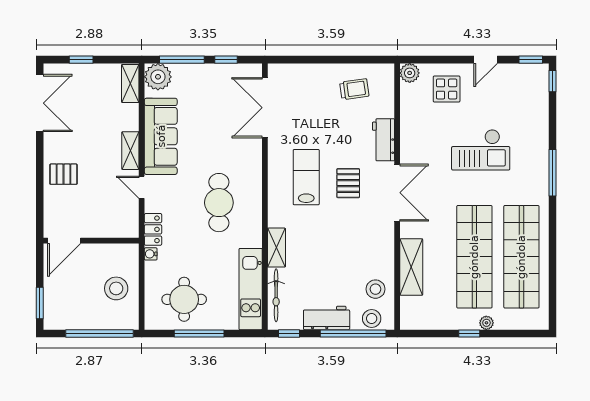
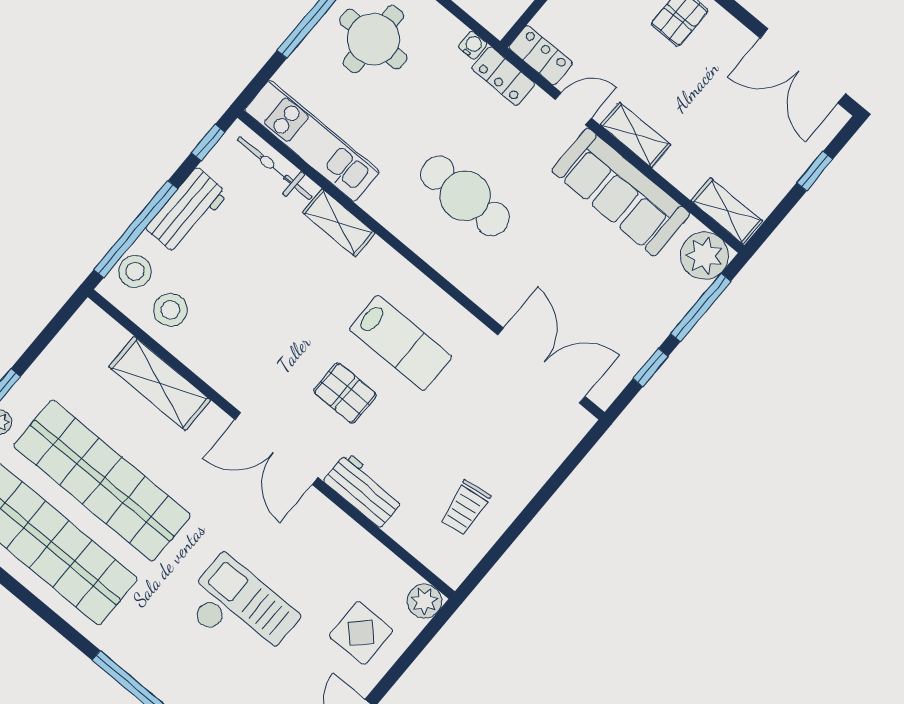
checkout: (481, 150) -> (240, 610), turned 90
locker: (130, 221) -> (541, 55), added

